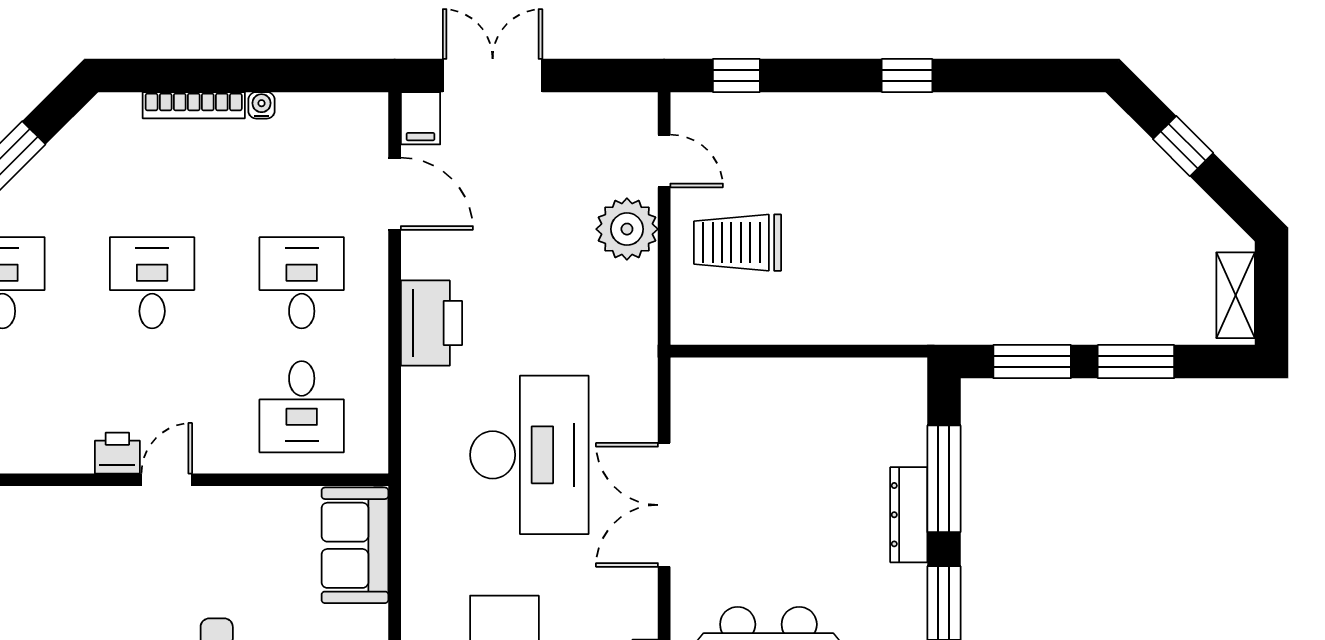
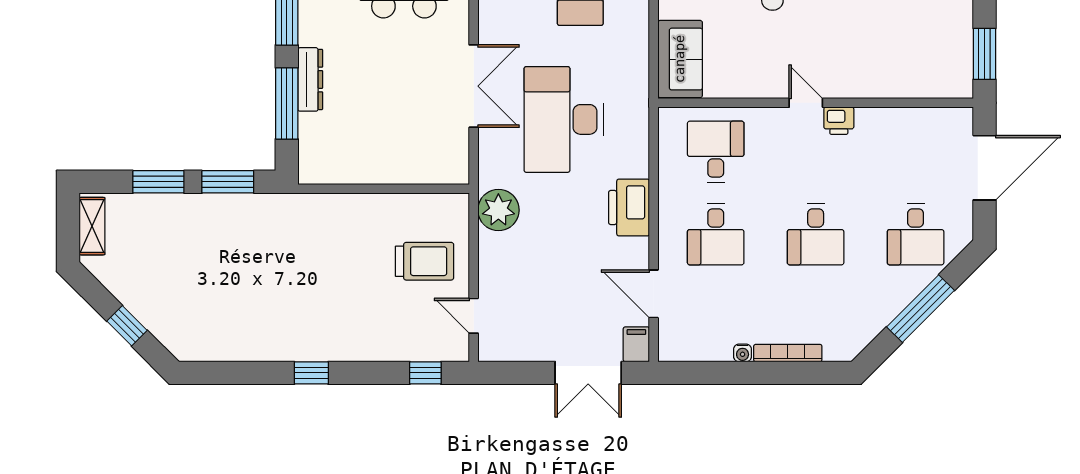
plant: (627, 229) -> (498, 210), moved
door: (167, 480) -> (806, 103), swing flipped

